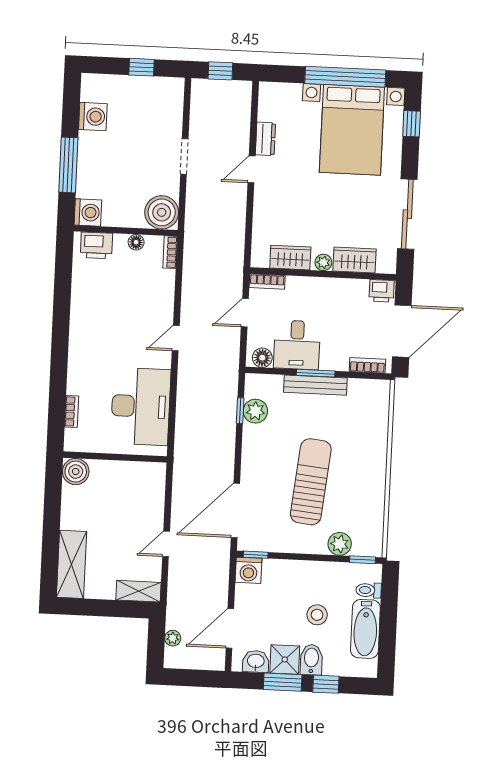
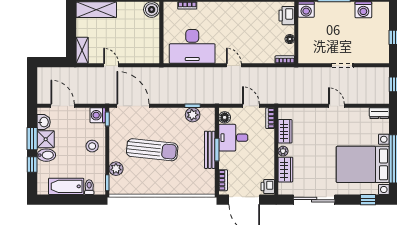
dresser: (265, 139) -> (379, 113), moved
boiler: (162, 212) -> (308, 53), removed
stool: (317, 615) -> (92, 146), moved
plant: (173, 638) -> (55, 72), removed

